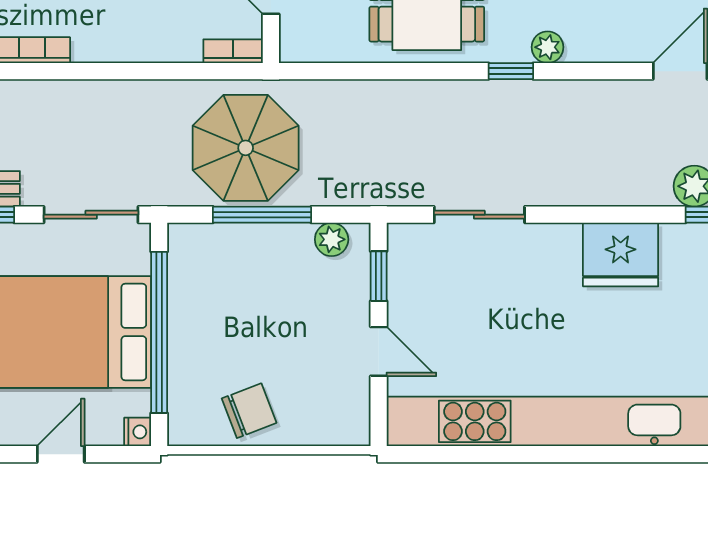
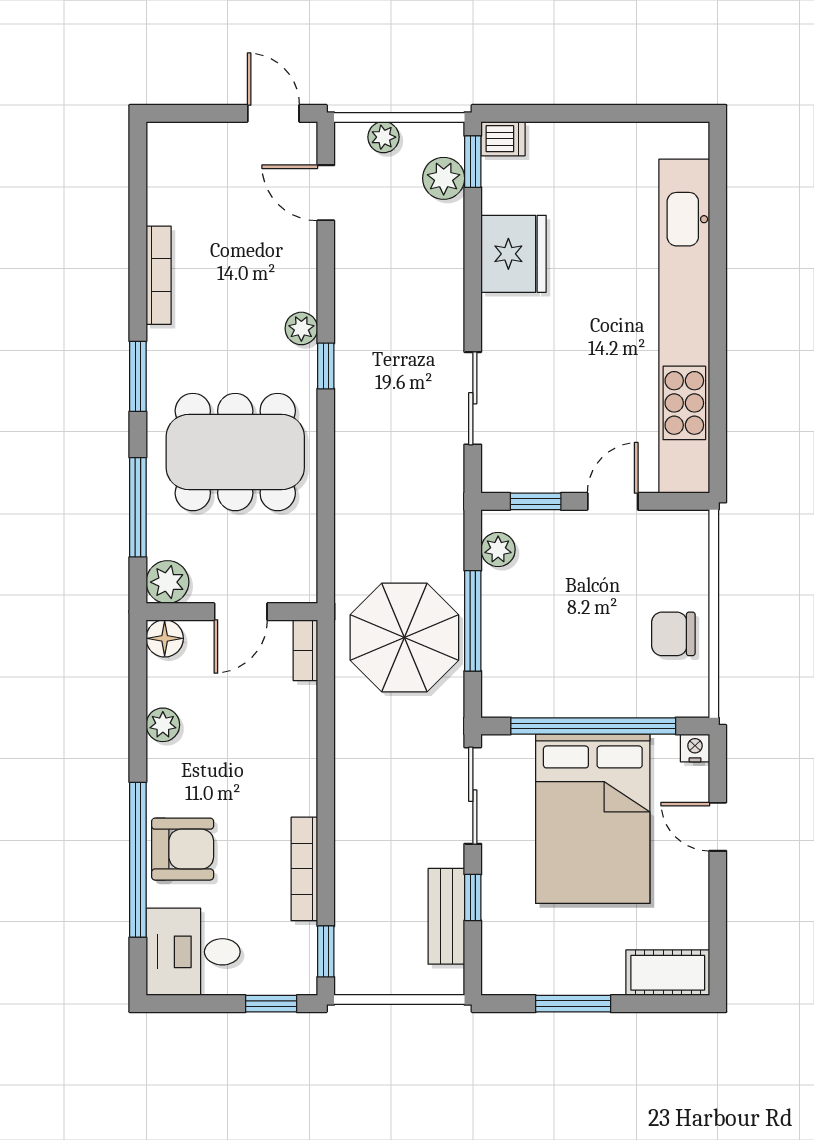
chair: (249, 411) -> (673, 634), turned -69

